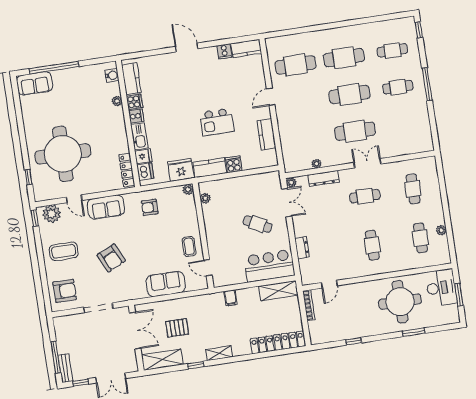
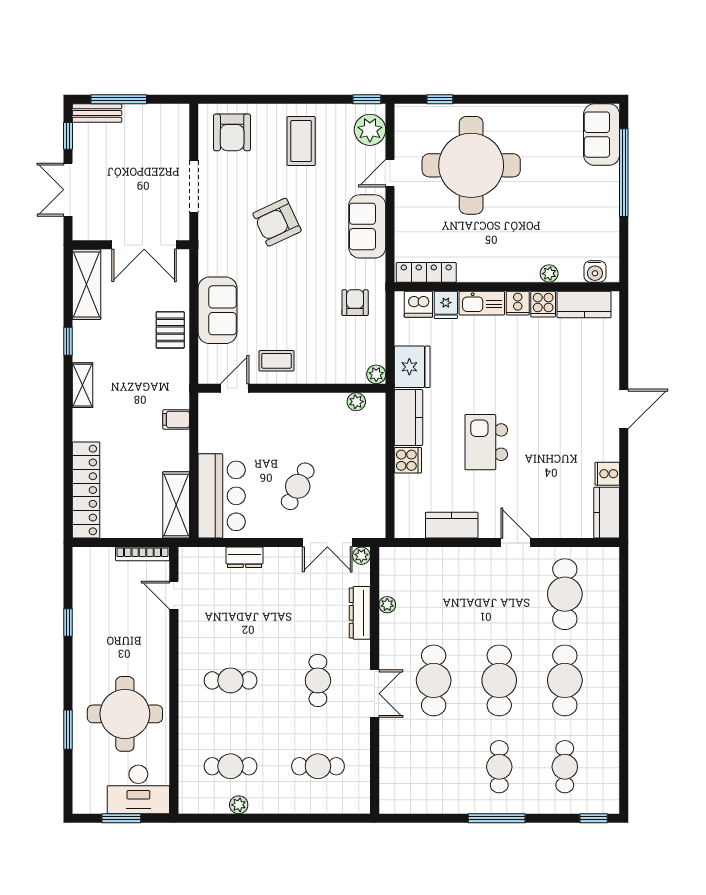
pallet: (177, 328) -> (170, 330), moved

